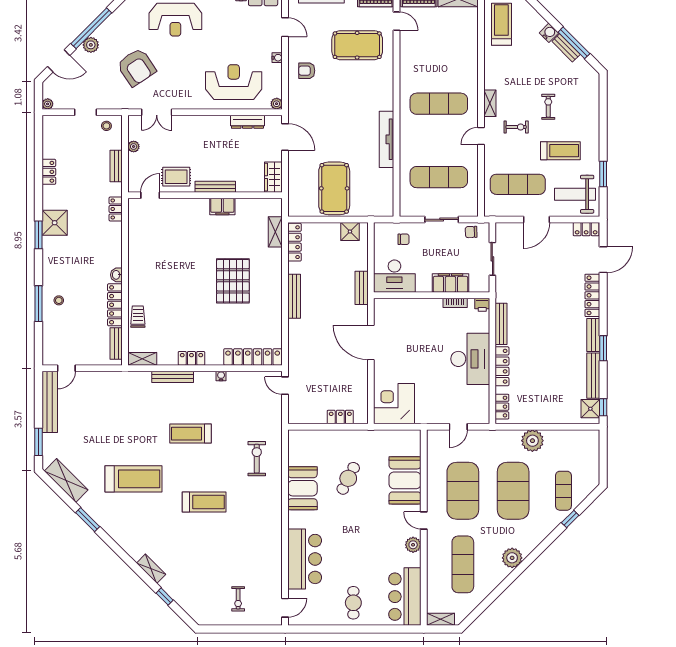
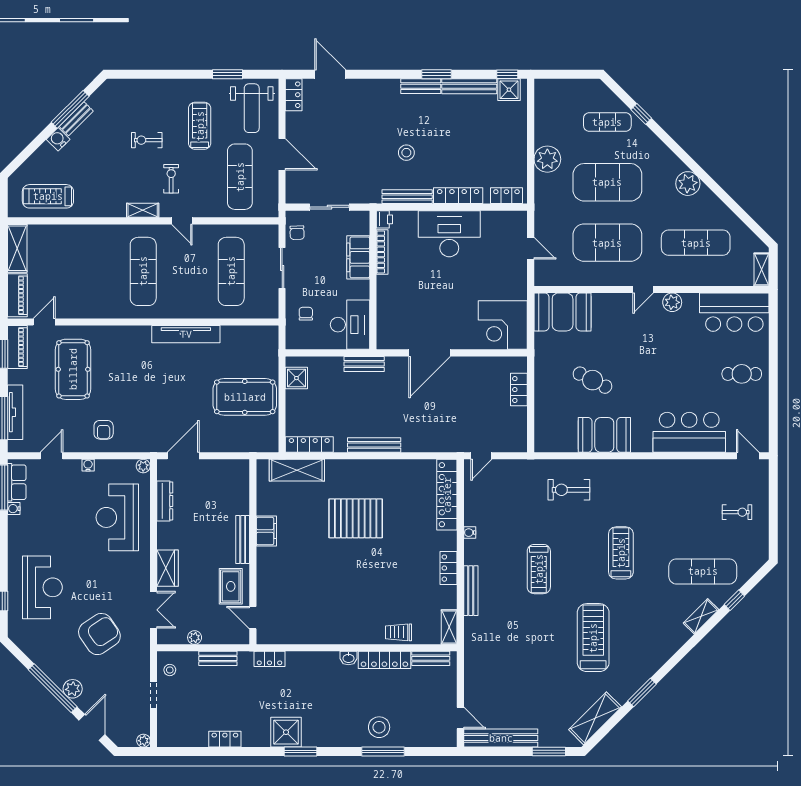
wardrobe: (273, 177) -> (167, 568), moved, turned -90
shelving: (275, 232) -> (297, 470), width x1.50, depth x1.33
locker: (592, 295) -> (373, 87), removed
stool: (59, 300) -> (379, 727), width x1.89, depth x1.89
bookcase: (455, 303) -> (382, 252), width x1.56
stool: (538, 323) -> (406, 153), added
booth: (405, 480) -> (563, 312), moved
exercise mat: (189, 570) -> (703, 571), added

